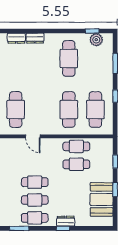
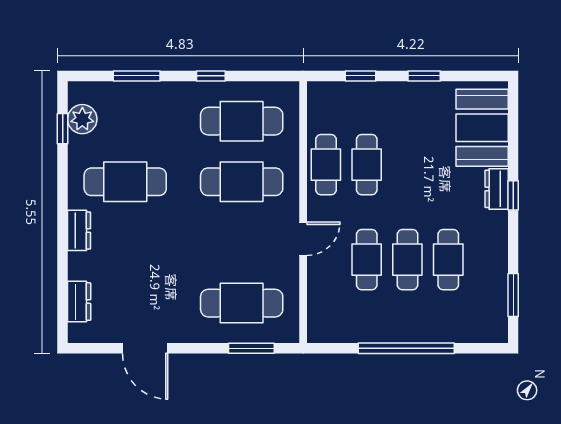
dresser: (35, 38) -> (79, 230), moved
door: (33, 136) -> (303, 239), moved
booth: (102, 199) -> (482, 128), moved, turned 90
cafe table: (35, 218) -> (367, 260), moved

